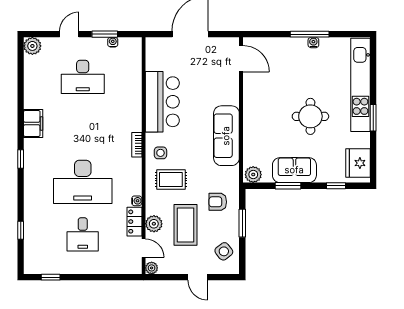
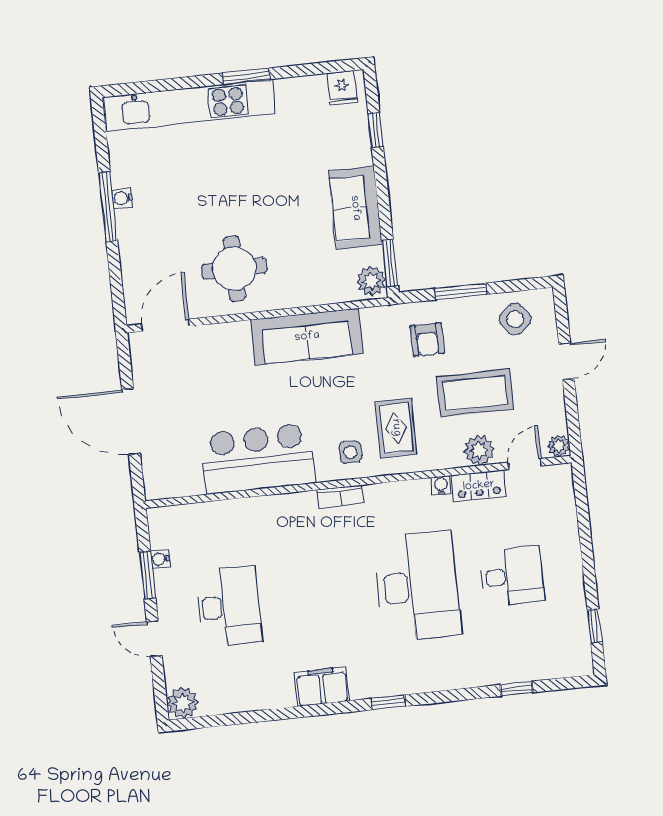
round table: (310, 116) -> (234, 269), moved
fridge: (358, 163) -> (342, 88), width x0.53, depth x0.75
window: (288, 186) -> (390, 263), moved

